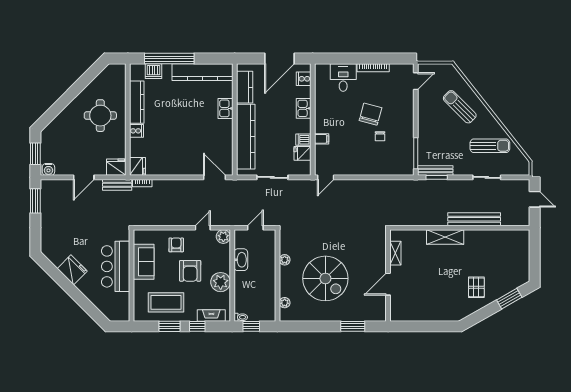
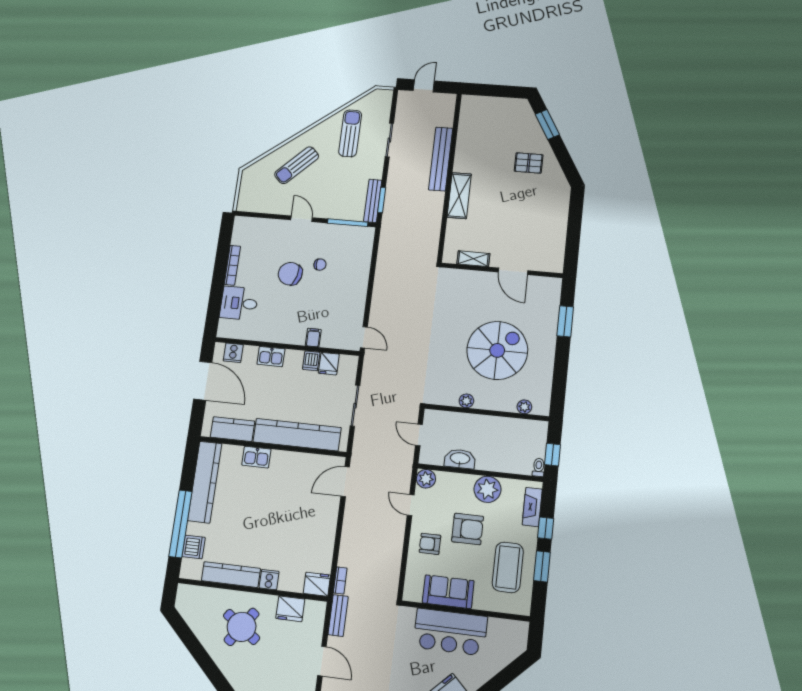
door: (416, 81) -> (302, 219), moved
round table: (100, 116) -> (242, 627), turned 35
fridge: (116, 167) -> (290, 609), moved, turned -90

